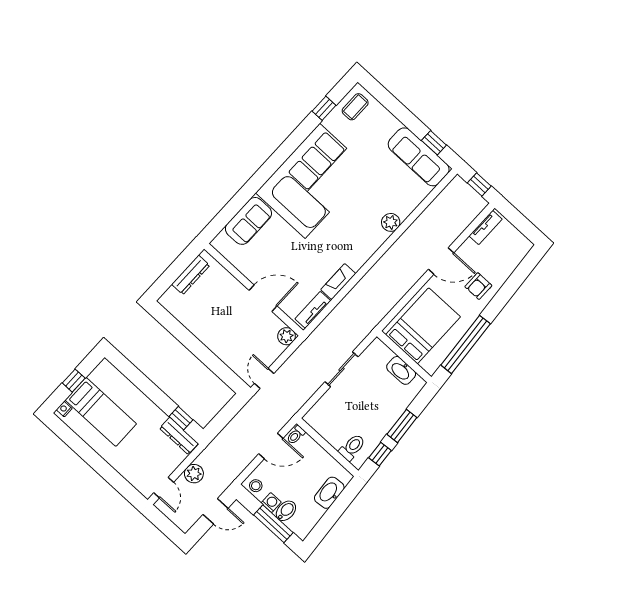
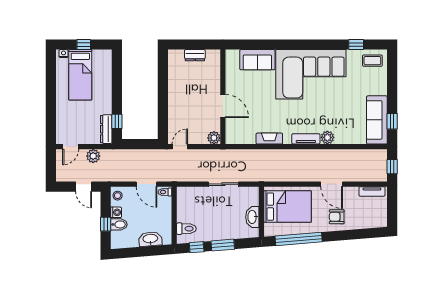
dresser: (191, 275) -> (195, 55), width x0.70
tv unit: (313, 310) -> (306, 139), moved
window: (273, 524) -> (106, 224), width x0.46

